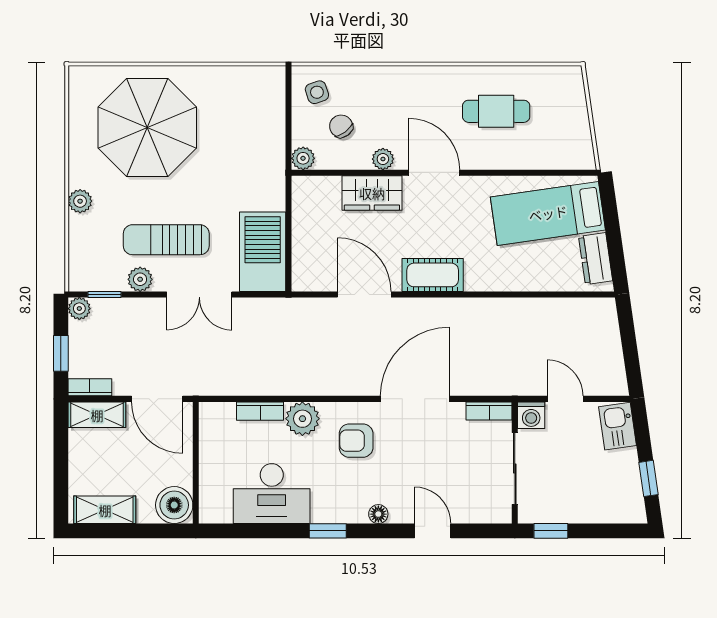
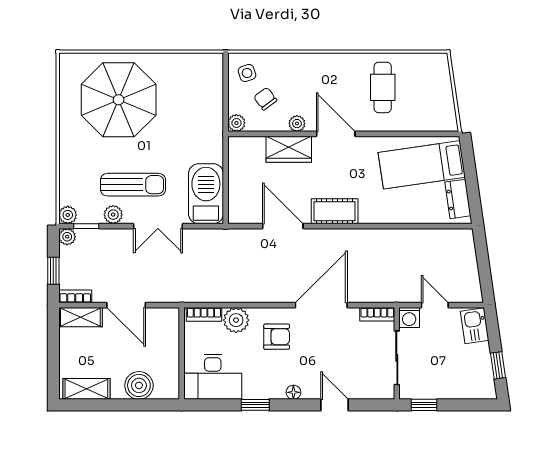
cafe table: (496, 111) -> (383, 87), turned 90
plant: (80, 201) -> (68, 215), moved
sun lounger: (166, 240) -> (133, 185), turned 180
armchair: (356, 441) -> (277, 337), turned 180
wall: (196, 463) -> (182, 353), moved

